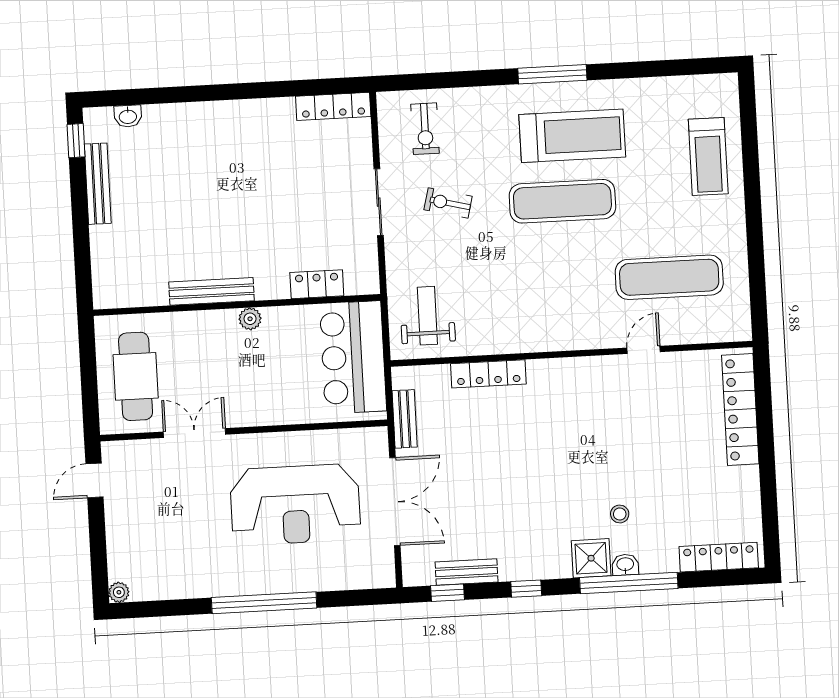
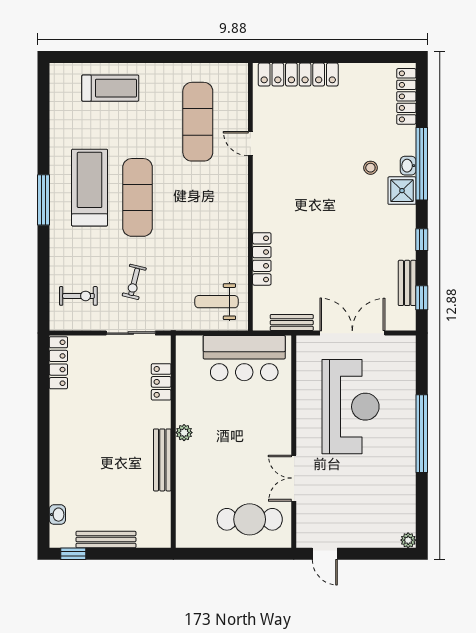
locker: (317, 284) -> (161, 382), moved
bench: (211, 291) -> (162, 460), moved
wall: (237, 305) -> (173, 442), moved
plant: (250, 319) -> (184, 433), moved

